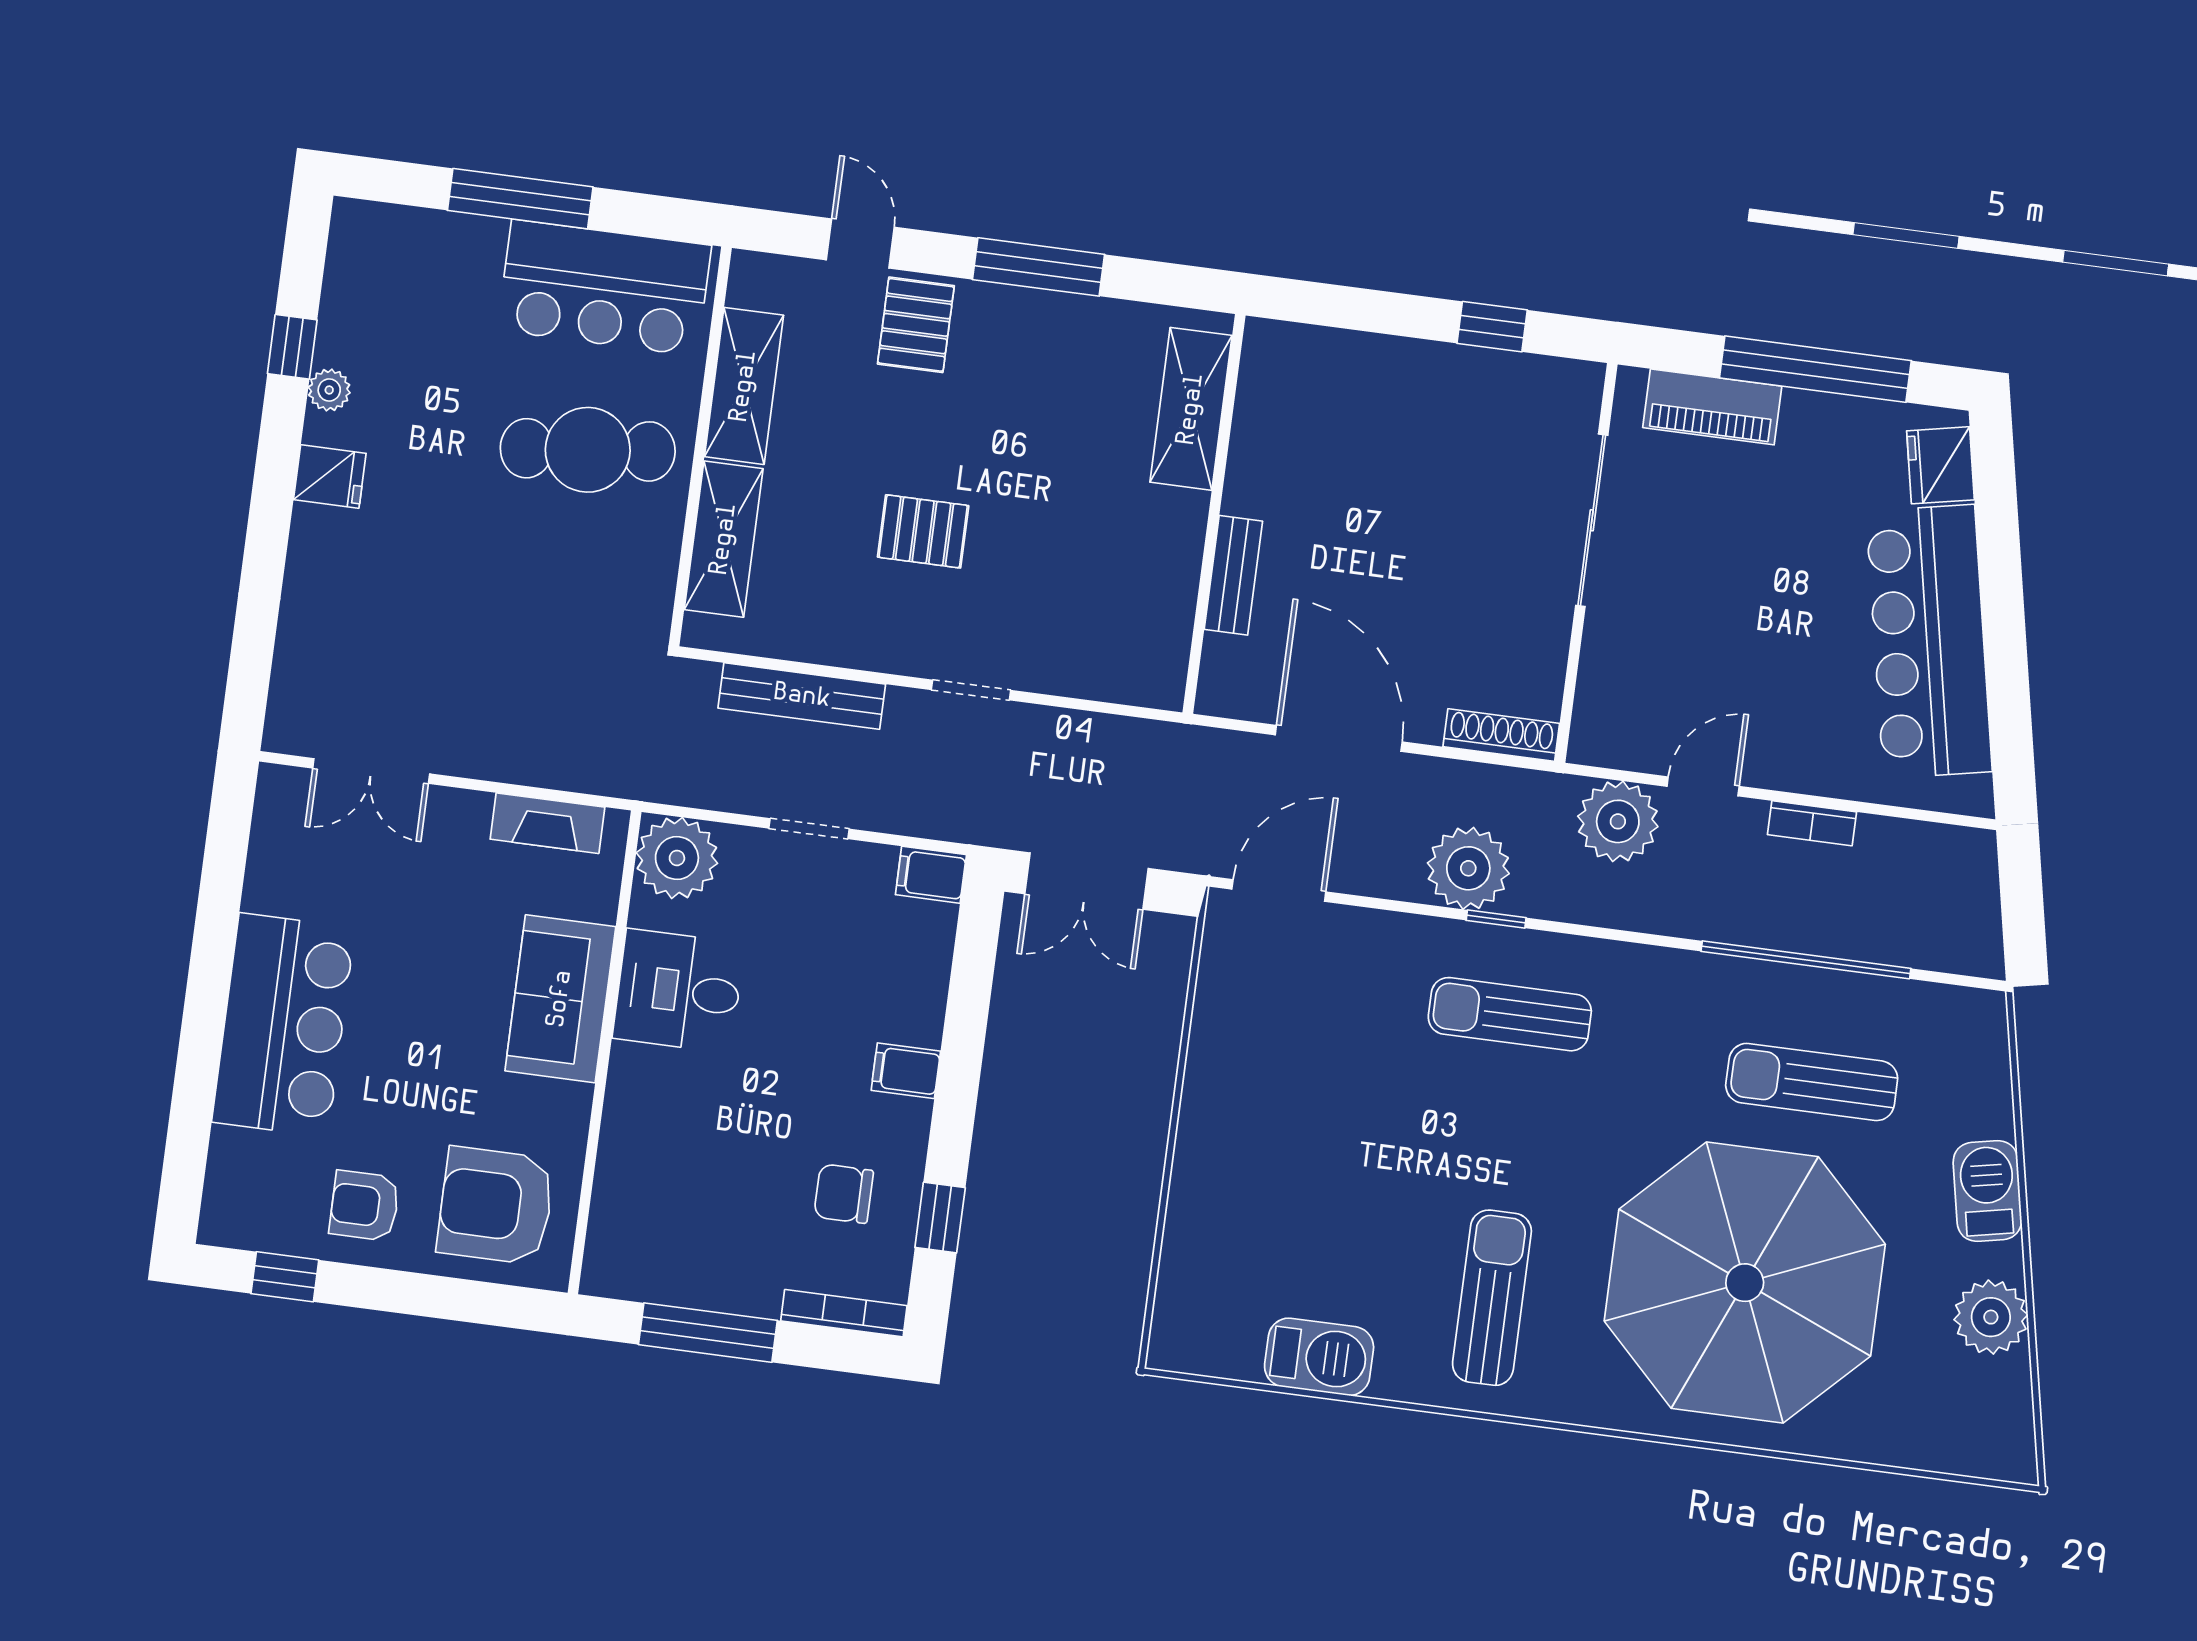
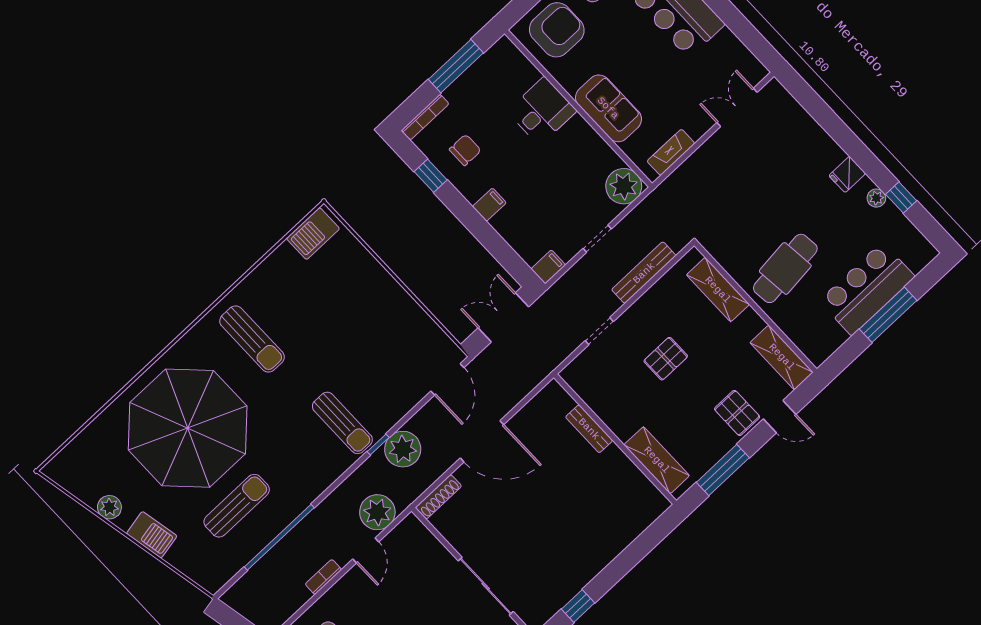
bar counter: (604, 288) -> (867, 289), moved
shelving: (744, 386) -> (782, 357), moved
shelving: (1191, 409) -> (657, 460), moved
wall: (1214, 514) -> (615, 439), moved
bench: (1233, 575) -> (589, 429), moved
desk: (679, 991) -> (542, 111), moved
sun lounger: (1510, 1014) -> (342, 423), turned 90
plant: (1991, 1317) -> (109, 507), width x0.73, depth x0.73
barbecue: (1319, 1357) -> (313, 233), moved

